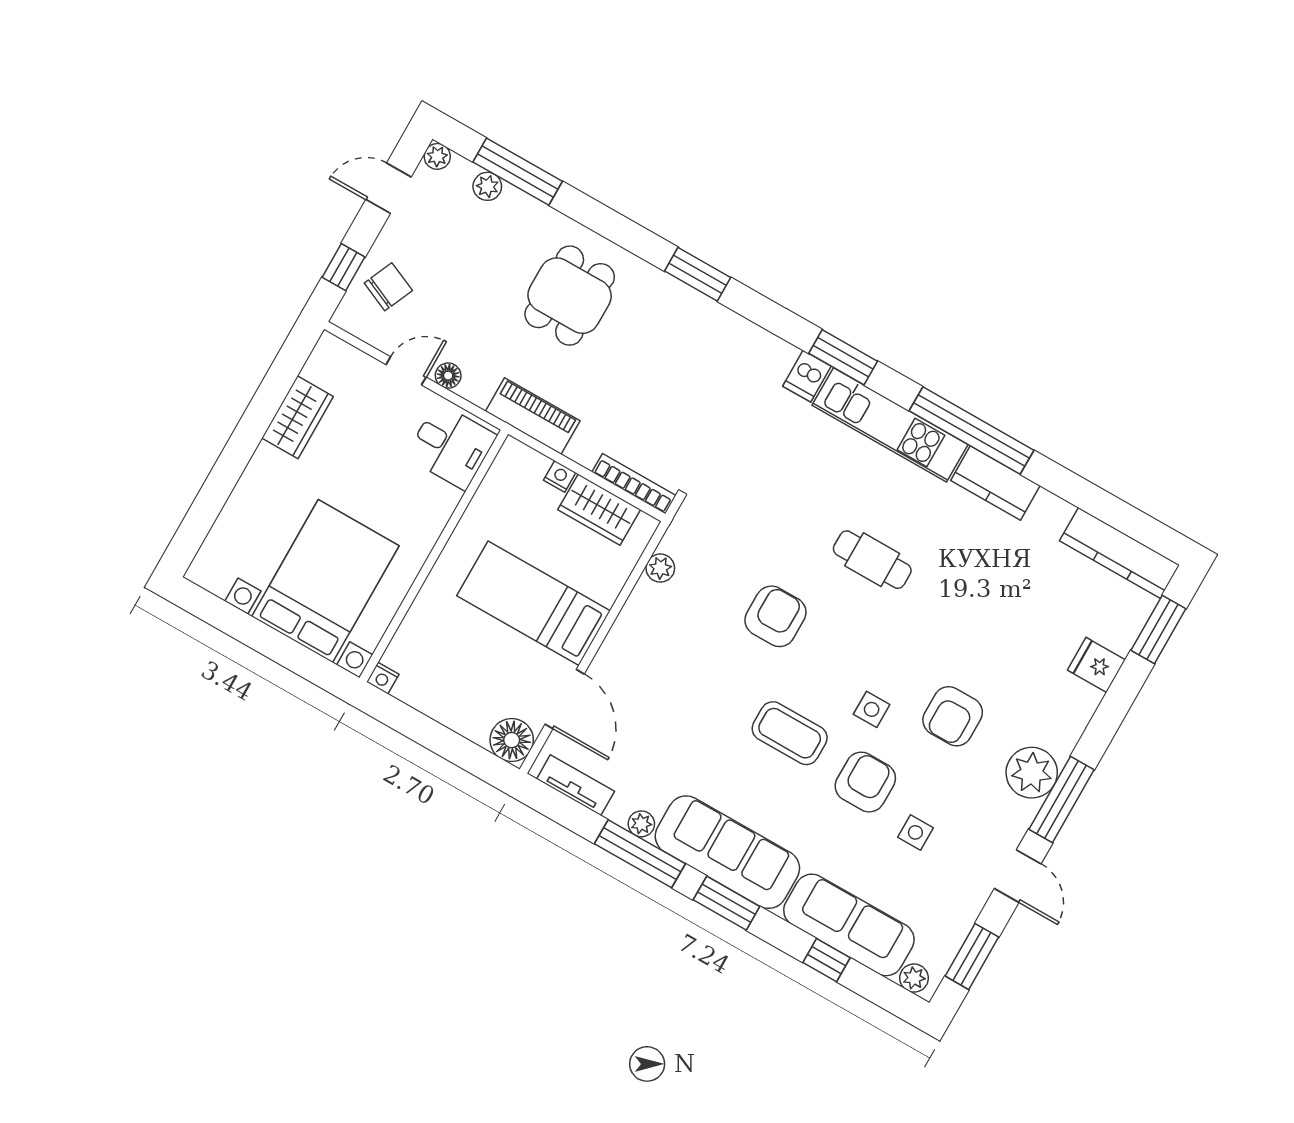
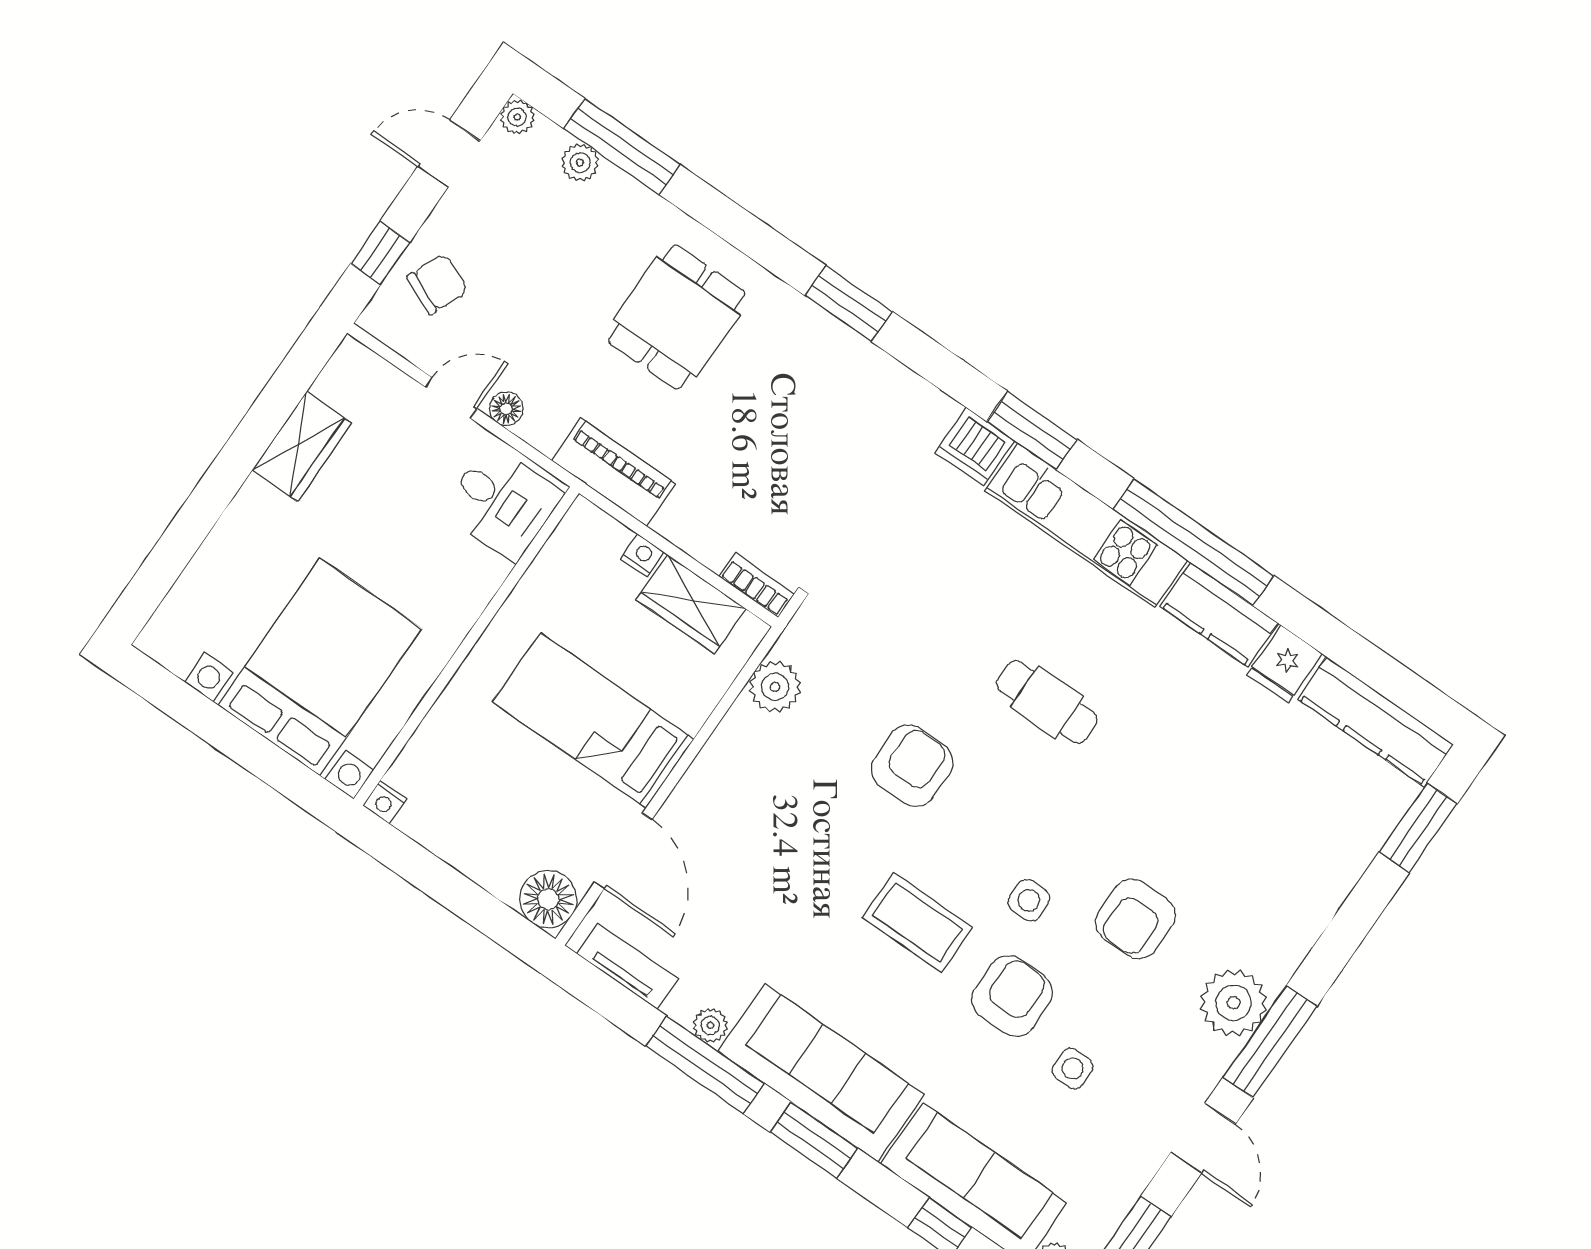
dishwasher: (807, 376) -> (975, 447), width x1.38
bookcase: (634, 484) -> (757, 585), width x0.64
plant: (660, 568) -> (775, 687), width x1.38, depth x1.38
fridge: (1096, 665) -> (1285, 664), moved, turned -90

